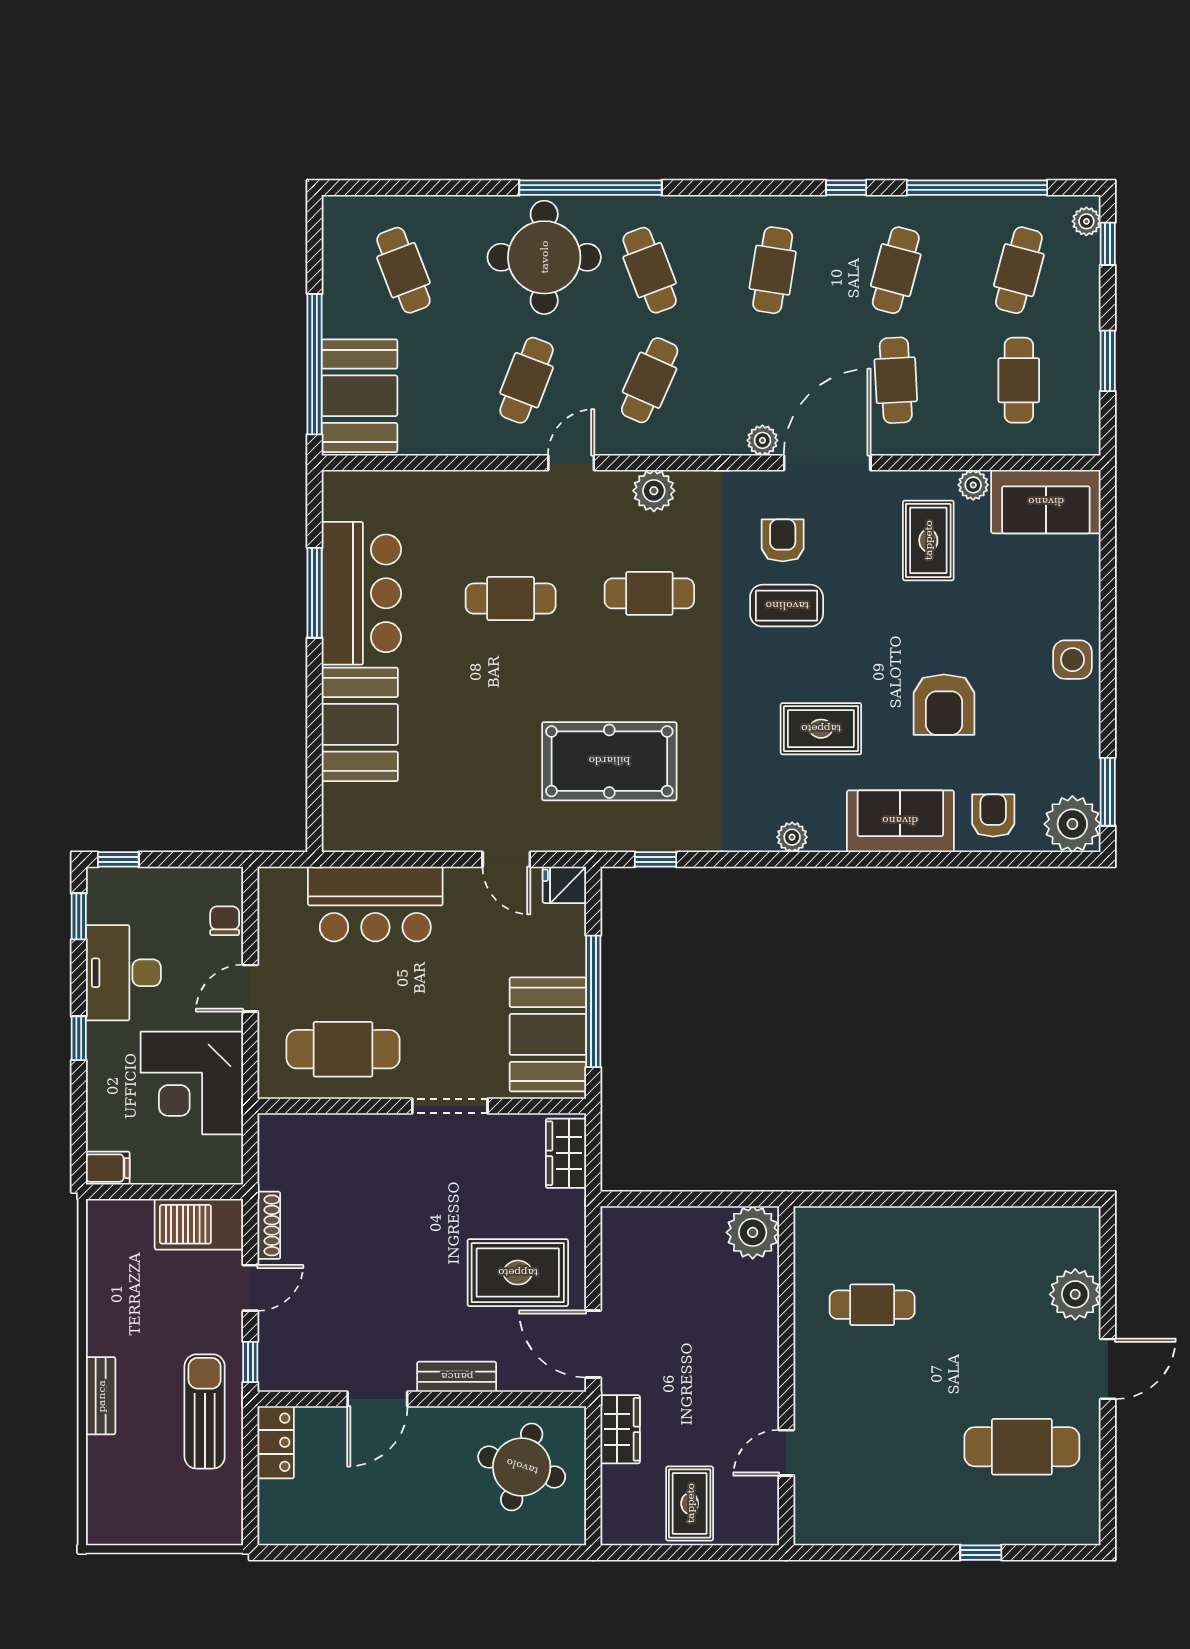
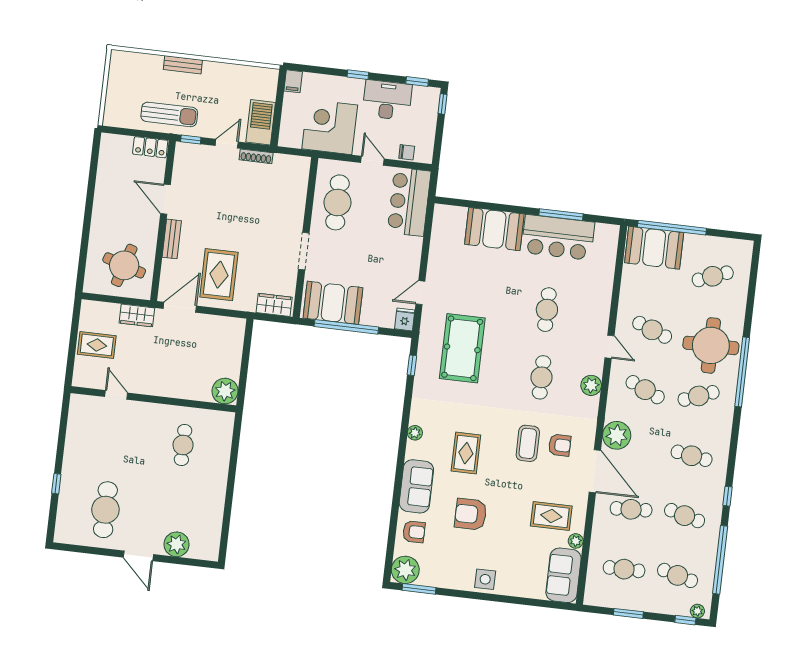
plant: (762, 440) -> (617, 435), width x1.87, depth x1.87
bar counter: (375, 904) -> (409, 202), moved
door: (250, 1288) -> (227, 144), swing flipped

